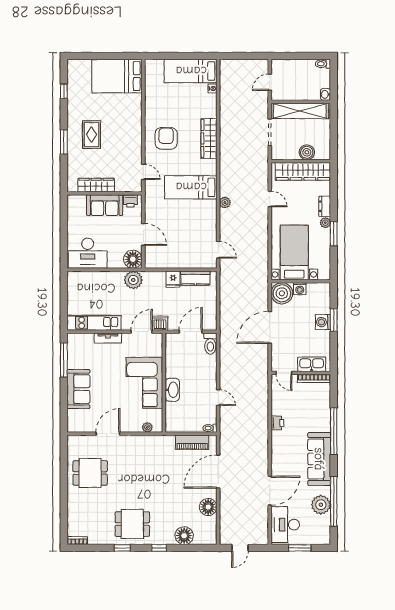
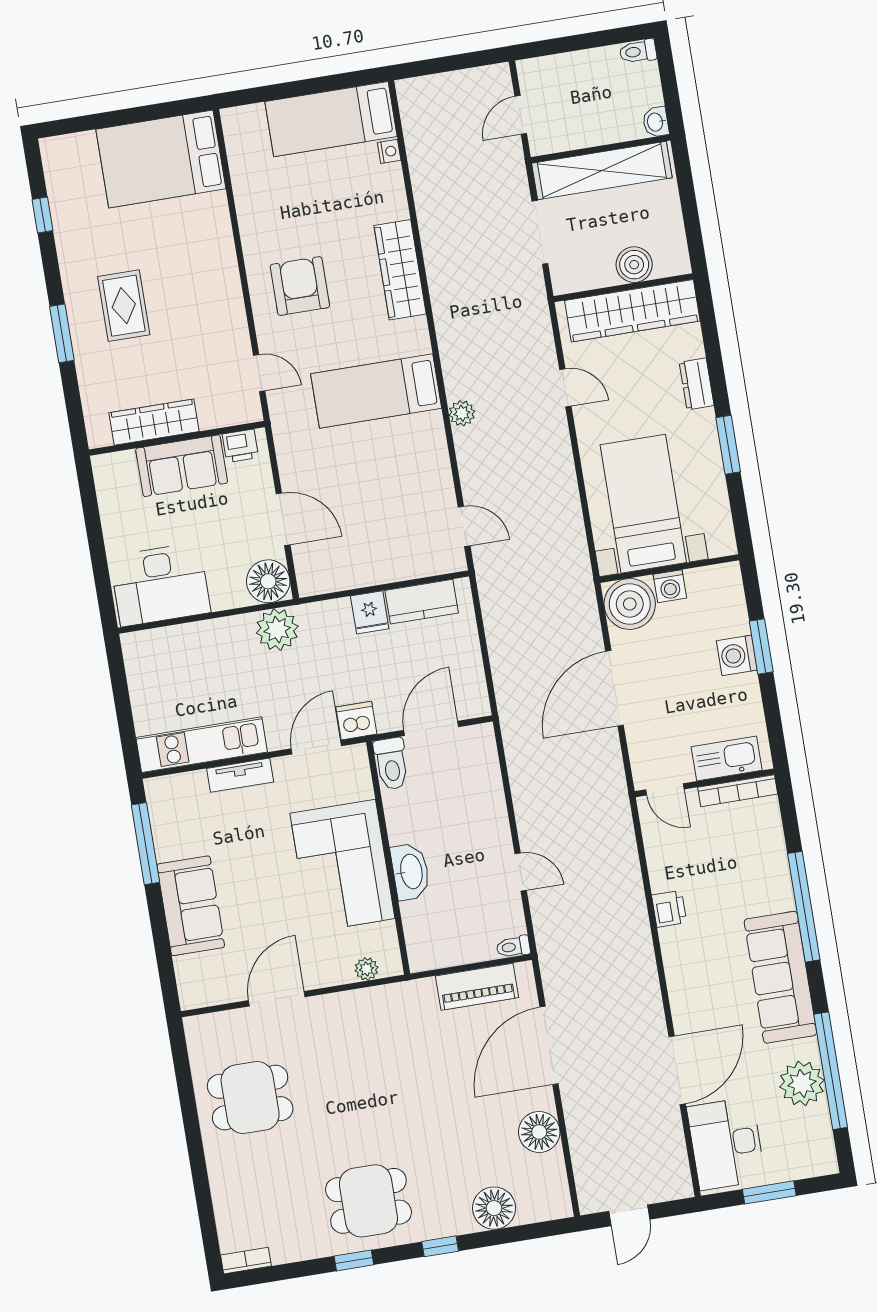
plant: (325, 223) -> (704, 422), removed
toilet: (210, 344) -> (391, 764), moved

